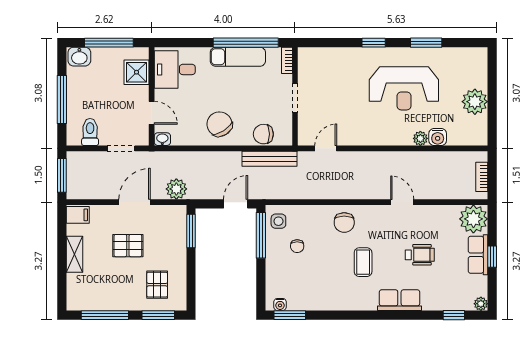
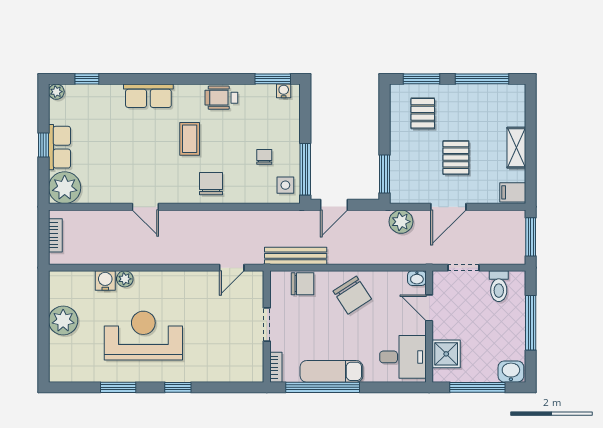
pallet: (128, 246) -> (456, 158), turned 90
wheelchair: (420, 255) -> (221, 98), moved

